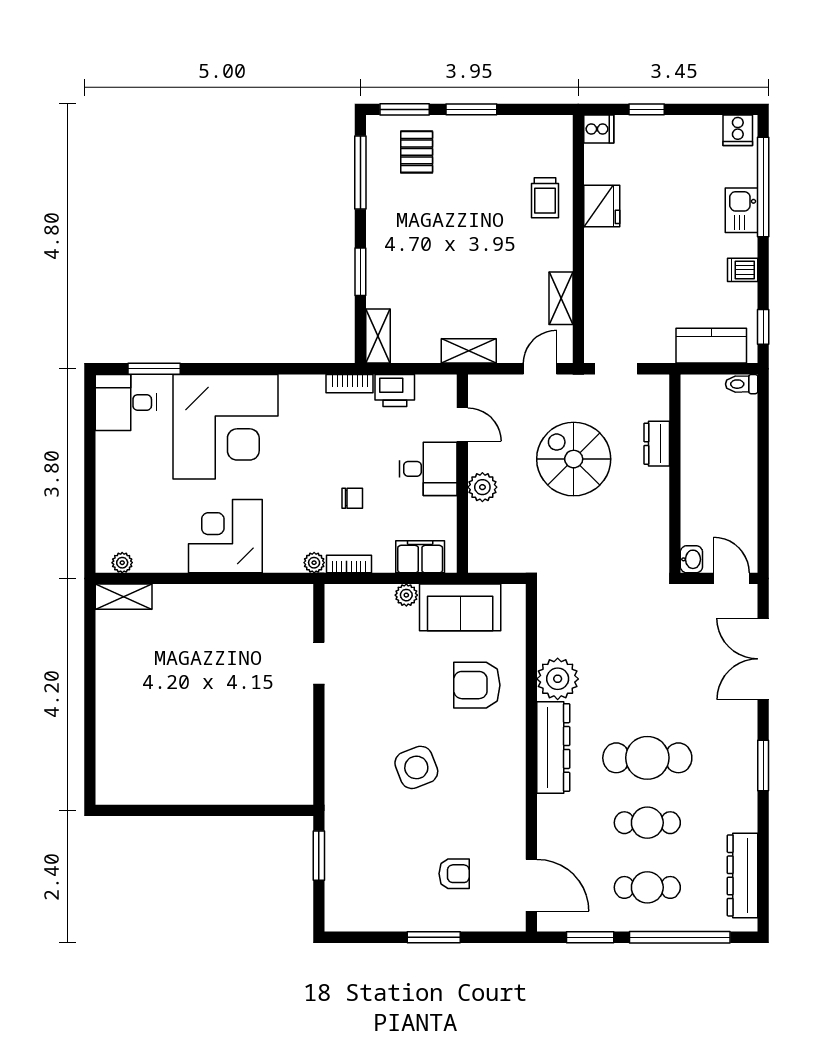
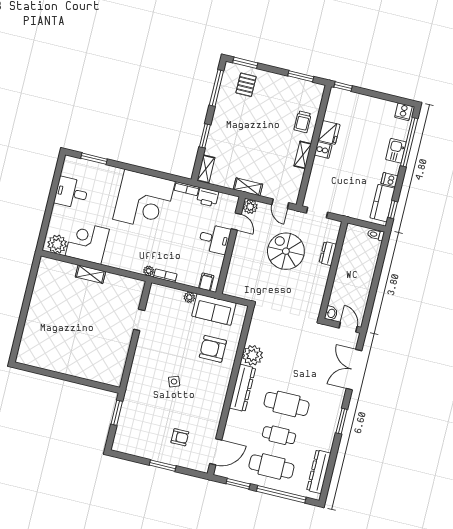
window: (471, 109) -> (301, 76), moved
window: (647, 109) -> (343, 86), moved
cooker: (599, 129) -> (323, 150), moved
shelving: (561, 298) -> (303, 155), moved
kitchen counter: (711, 346) -> (383, 203), moved, turned -90
door: (540, 369) -> (280, 204), swing flipped
desk: (126, 402) -> (71, 193), moved
corner desk: (225, 427) -> (144, 200), moved
plant: (482, 487) -> (250, 207), moved
chair: (352, 498) -> (175, 244), removed
corner desk: (225, 536) -> (87, 243), moved
filing cabinet: (420, 557) -> (206, 282), width x0.50
plant: (122, 563) -> (57, 244), width x1.88, depth x1.88
shelving: (124, 597) -> (90, 274), moved
side table: (416, 767) -> (174, 382), width x0.54, depth x0.54
door: (531, 885) -> (216, 452), hinge flipped
cafe table: (647, 887) -> (271, 466), width x1.37, depth x1.35

